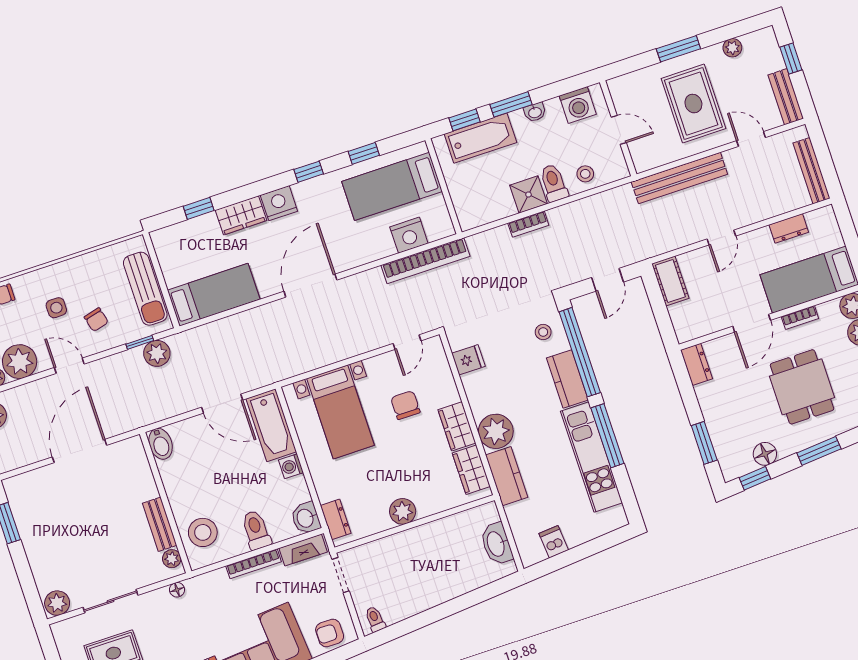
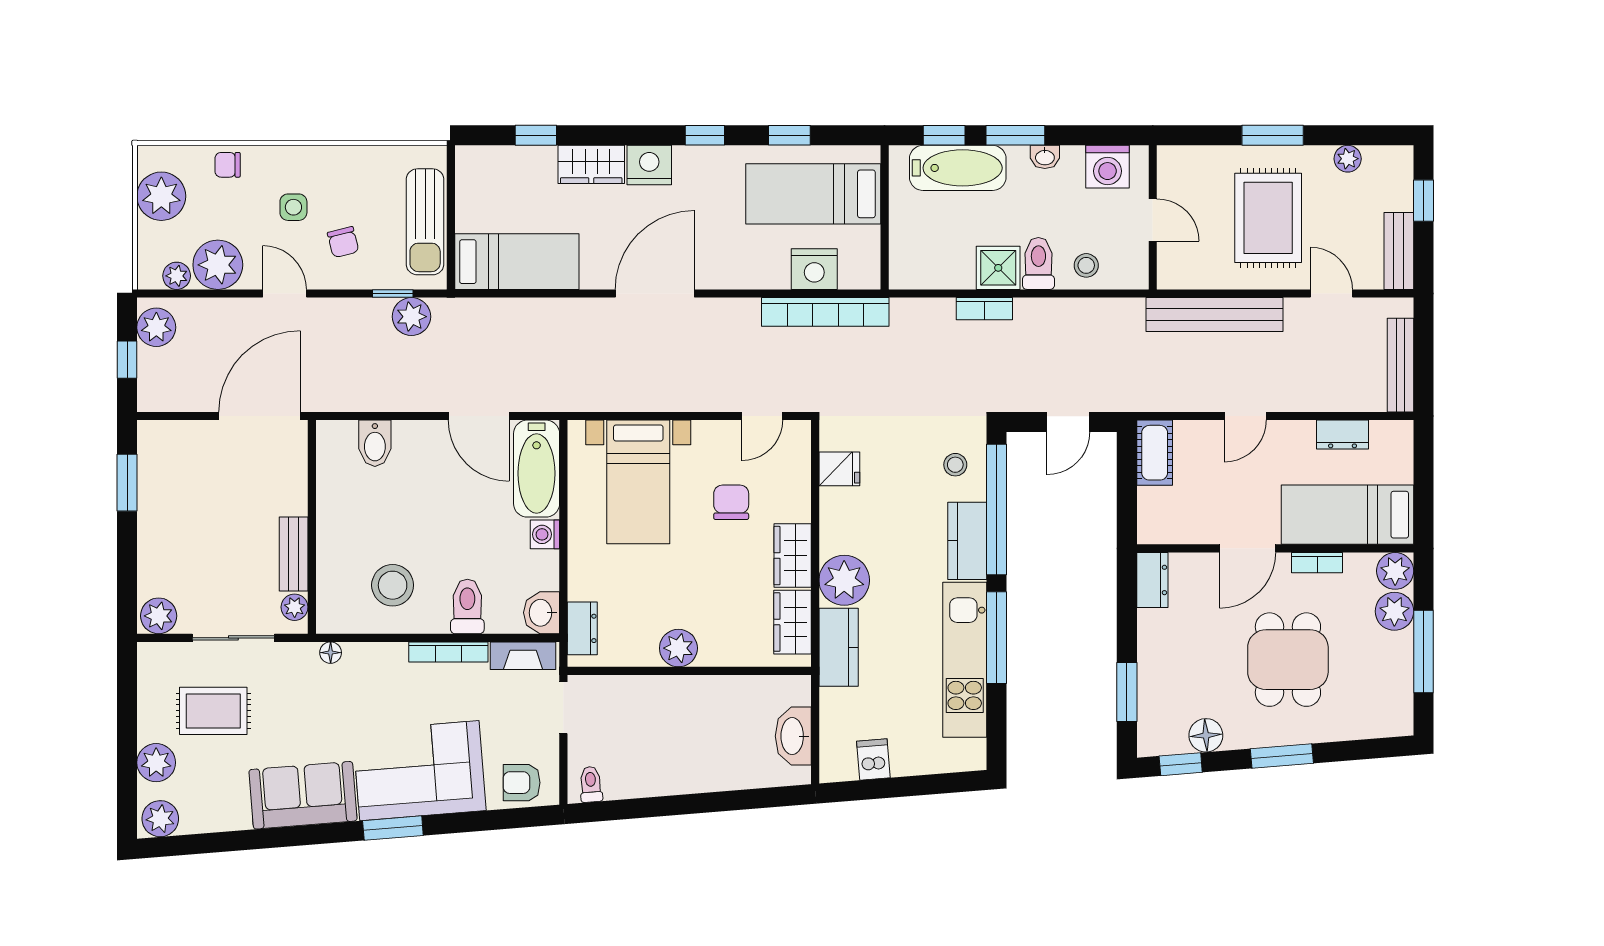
wall: (166, 503) -> (312, 527), moved
bench: (160, 524) -> (294, 554), moved
plant: (172, 559) -> (295, 607), moved

